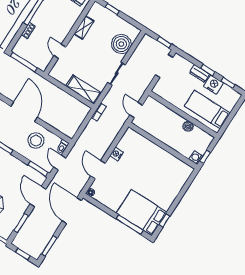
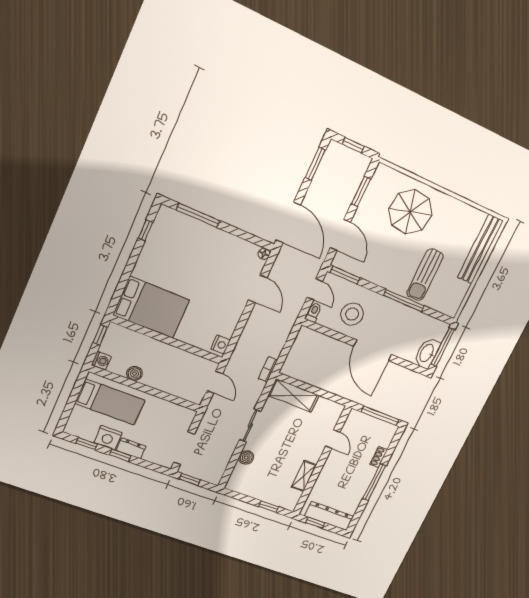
boiler: (121, 44) -> (246, 458), width x0.54, depth x0.54
nightstand: (117, 154) -> (220, 344), moved
washing machine: (196, 158) -> (101, 361), moved
bed: (142, 213) -> (151, 307), moved

